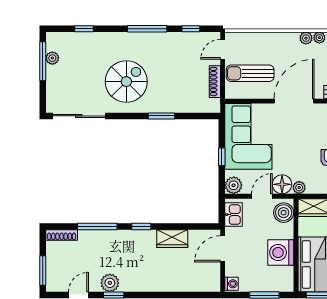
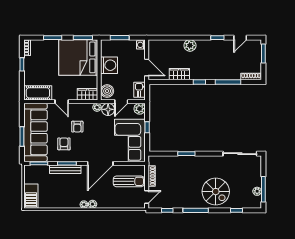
spiral stairs: (126, 82) -> (216, 192), moved, turned -90
door: (223, 249) -> (147, 68), hinge flipped
plant: (110, 283) -> (190, 45), moved

